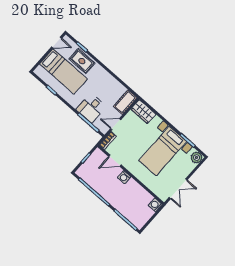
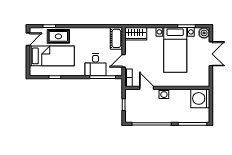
door: (115, 161) -> (147, 88), swing flipped
double door: (178, 189) -> (211, 54), moved
washing machine: (155, 205) -> (200, 98), width x1.89, depth x1.89

